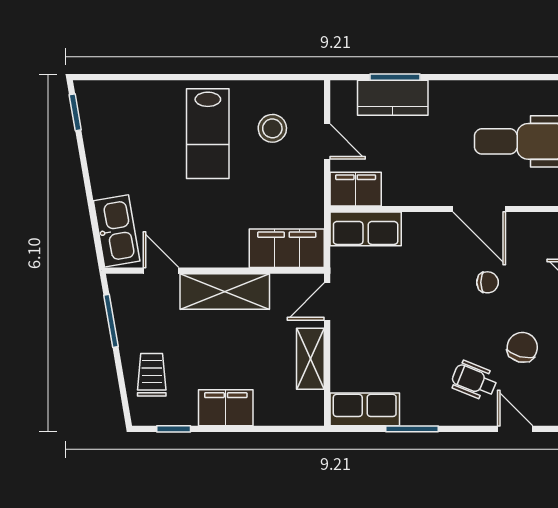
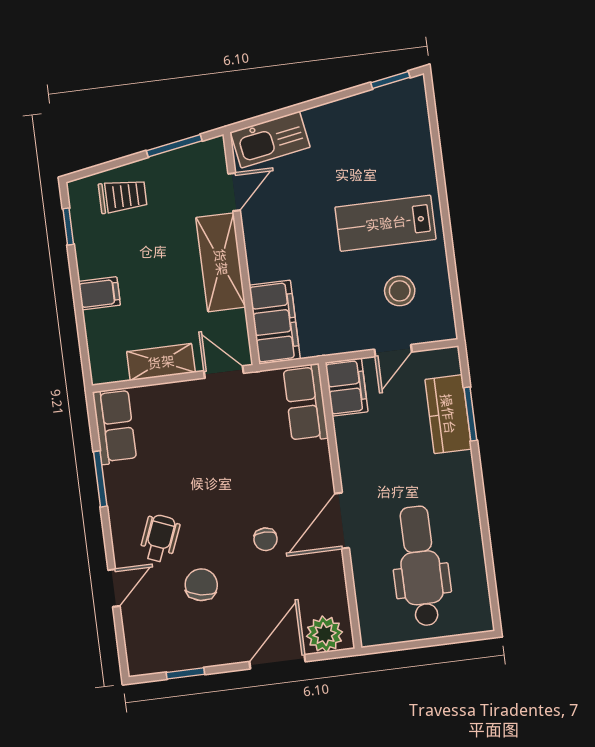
chair: (522, 347) -> (201, 585), turned -94
filing cabinet: (226, 408) -> (99, 293), width x0.50

